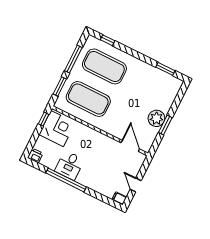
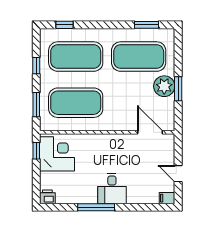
window: (73, 59) -> (36, 66), width x0.46
exercise mat: (149, 88) -> (139, 57), added
desk: (69, 165) -> (112, 189), moved
window: (66, 180) -> (96, 207), width x0.68

